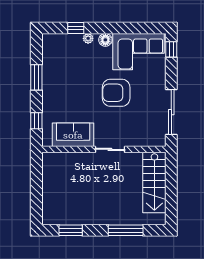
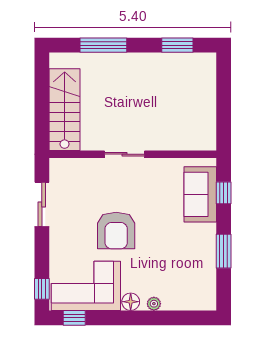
window: (76, 28) -> (74, 318), moved
armchair: (116, 93) -> (116, 230), turned 90
sliding door: (171, 112) -> (42, 204), width x0.73
sofa: (73, 135) -> (200, 194), moved, turned 90

